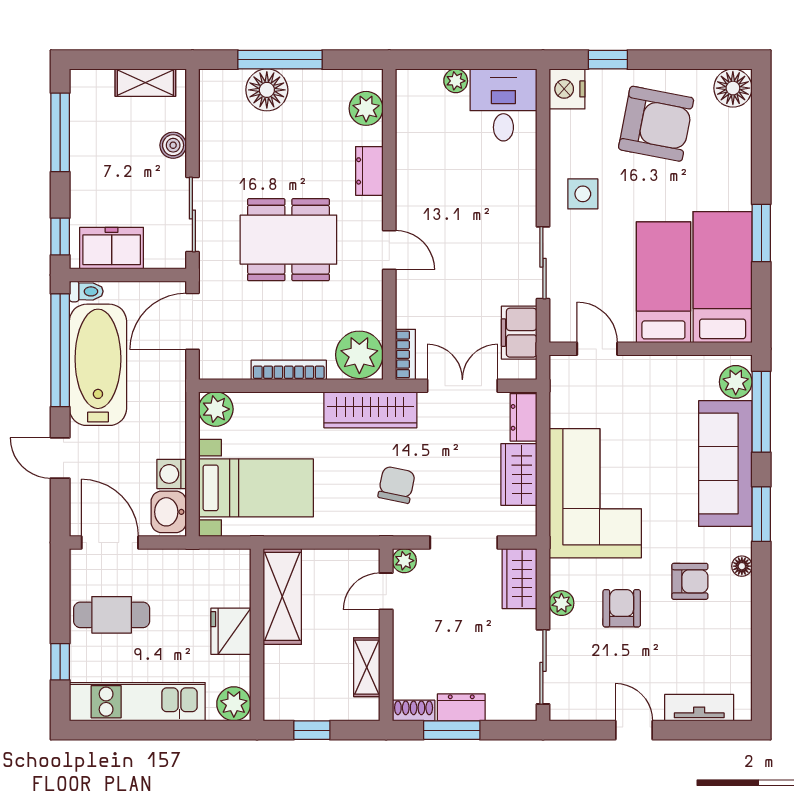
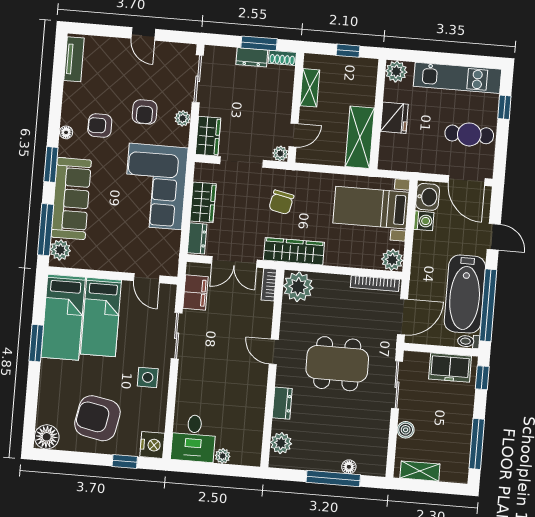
floor lamp: (267, 90) -> (349, 467), width x0.53, depth x0.53
bookcase: (289, 370) -> (375, 283), moved
tv unit: (699, 708) -> (74, 59), moved, turned -90

